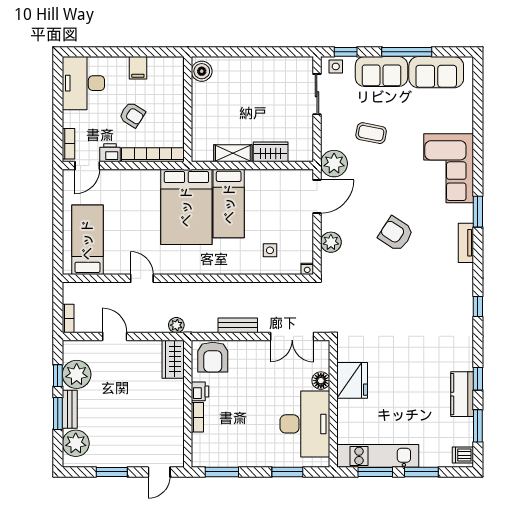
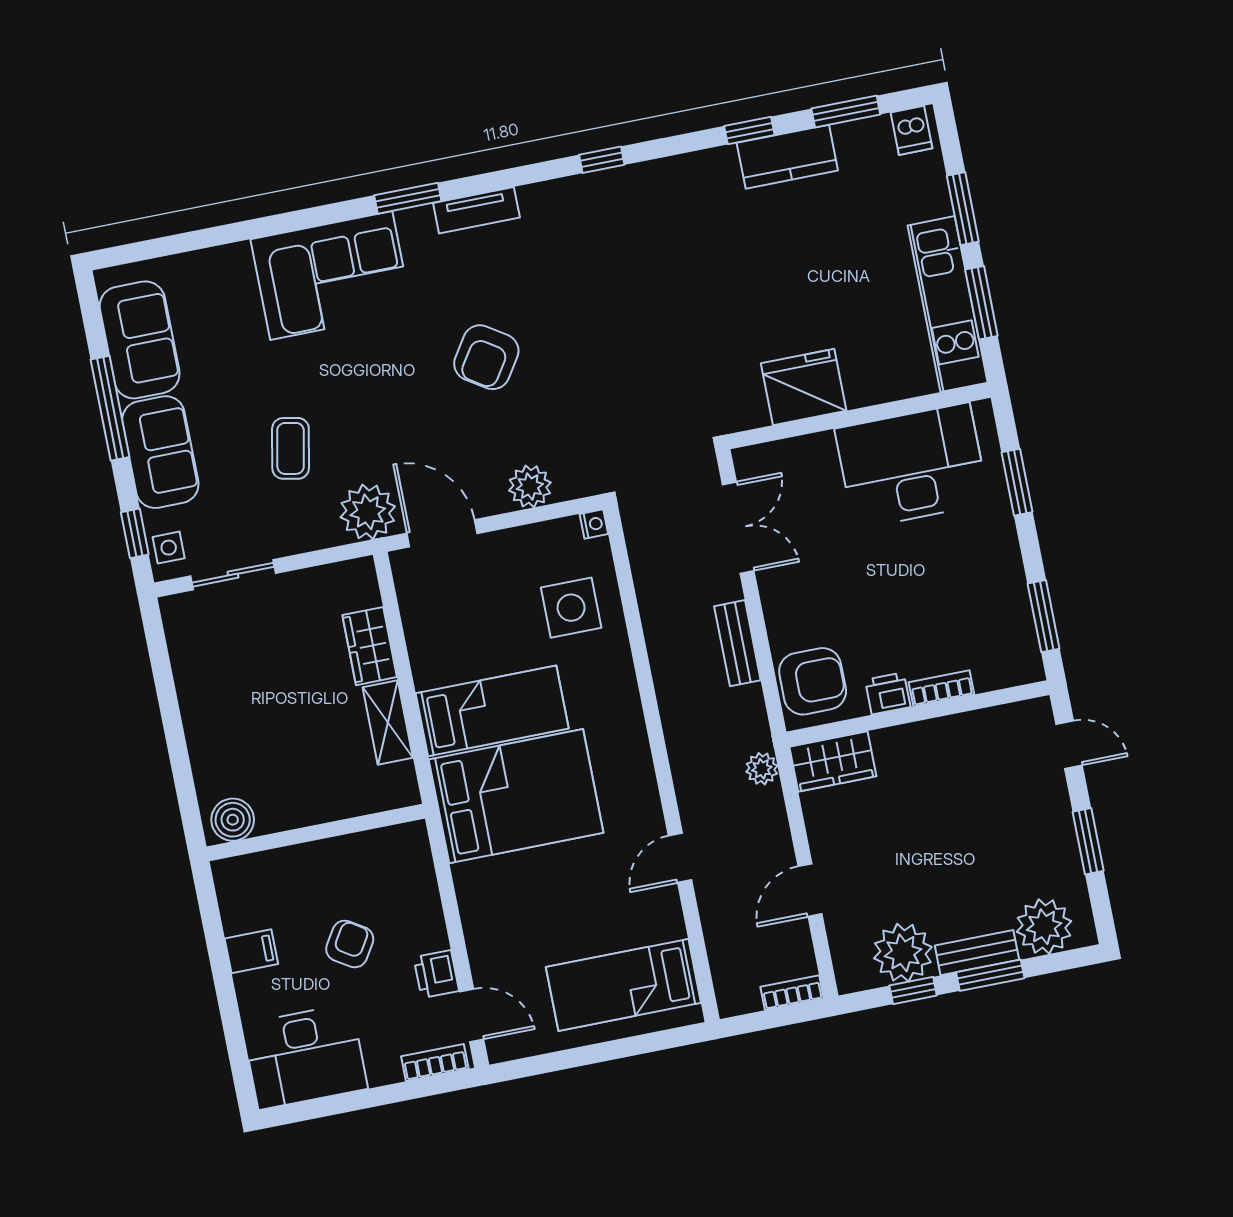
bookcase: (153, 155) -> (423, 886), removed
side table: (270, 250) -> (571, 608), width x1.87, depth x1.87
floor lamp: (321, 381) -> (817, 451), removed

